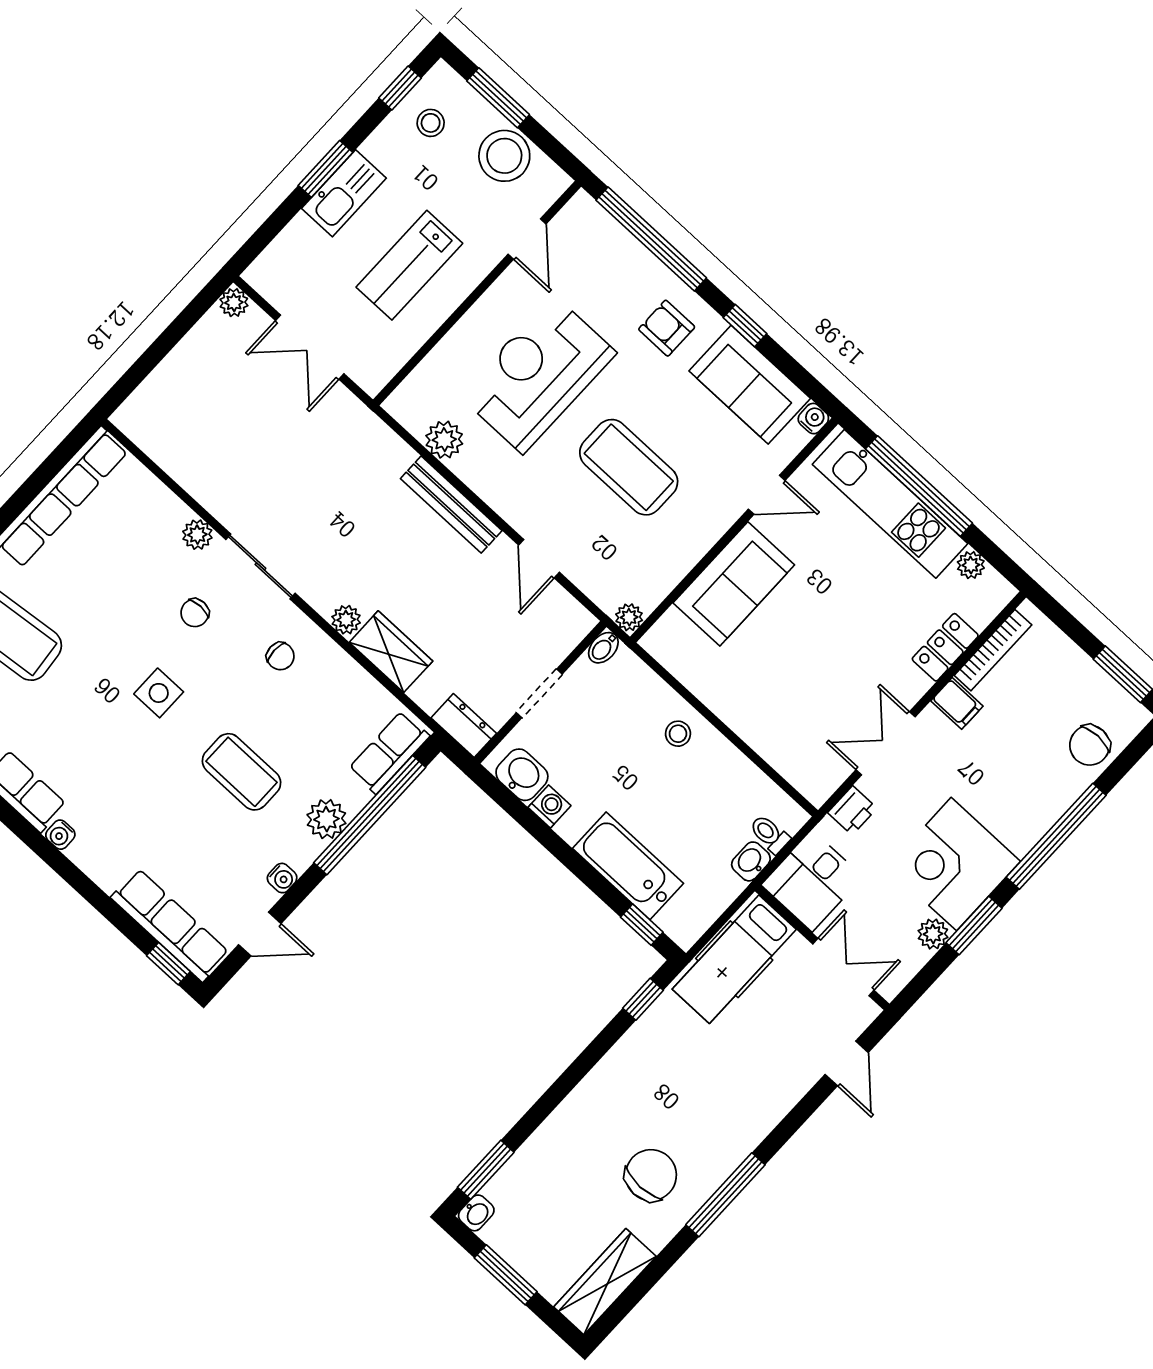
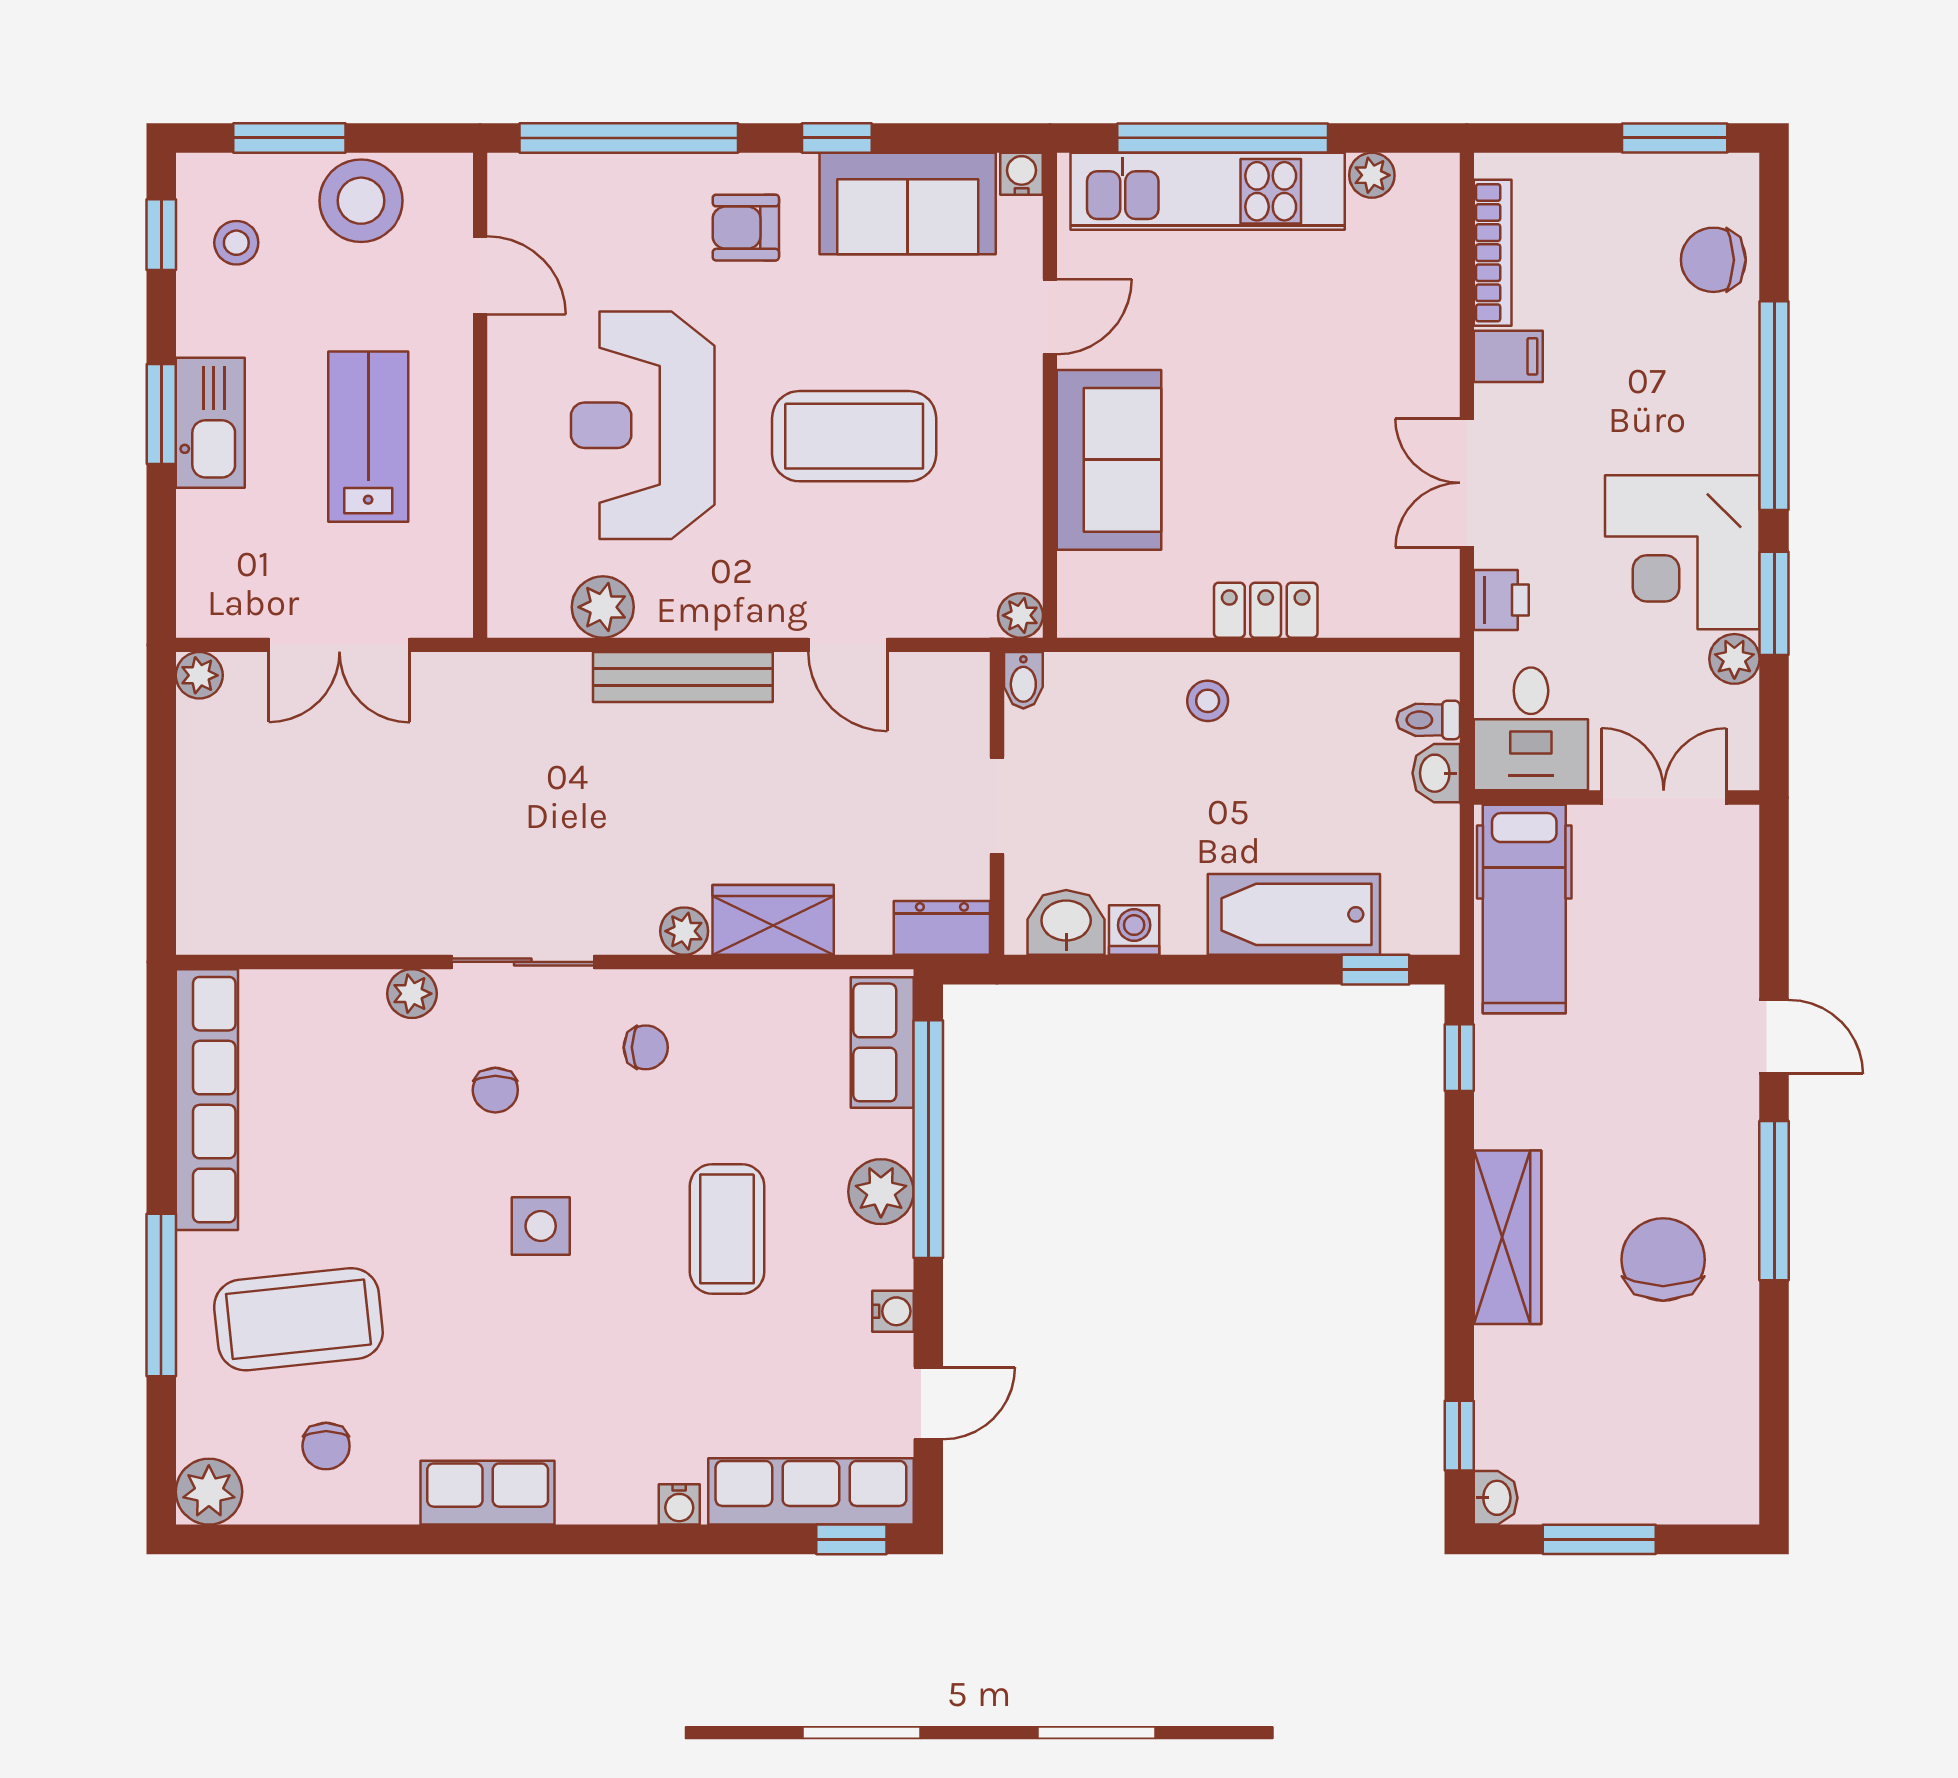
lab bench: (409, 265) -> (368, 437), turned 180
locker: (945, 647) -> (1266, 610), moved, turned 90
chair: (1090, 745) -> (1713, 260), turned 90
coffee table: (242, 772) -> (727, 1229), turned 90
water cooler: (60, 835) -> (679, 1504), moved
door: (847, 1063) -> (1774, 1037), moved
window: (486, 1170) -> (1459, 1436), width x0.67
wardrobe: (605, 1282) -> (1507, 1237), moved, turned 180

